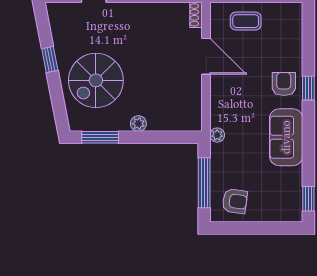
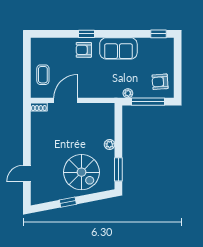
plant: (217, 135) -> (128, 93), moved
armchair: (235, 201) -> (160, 82), turned -102

